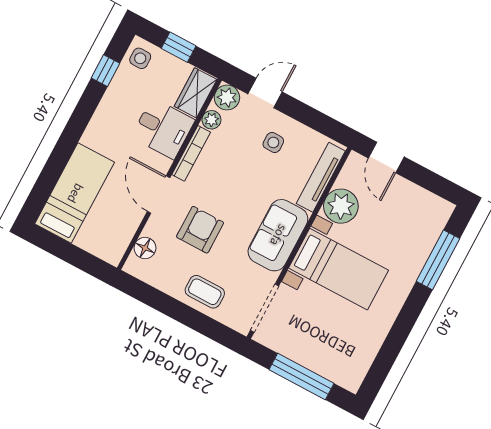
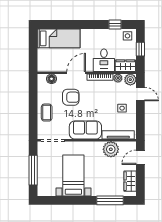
wardrobe: (422, 202) -> (130, 181), added
bed with nightstands: (338, 269) -> (73, 176), moved, turned 180

